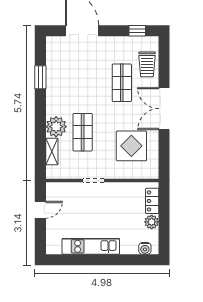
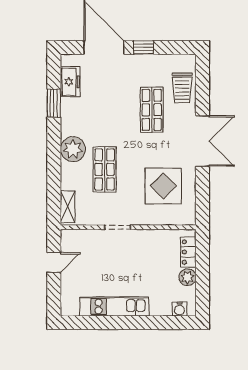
window: (137, 31) -> (143, 47), moved
freezer: (54, 59) -> (70, 82), added
double door: (164, 109) -> (202, 141), swing flipped
plant: (56, 127) -> (73, 149), moved
shelving: (52, 152) -> (68, 207), moved

